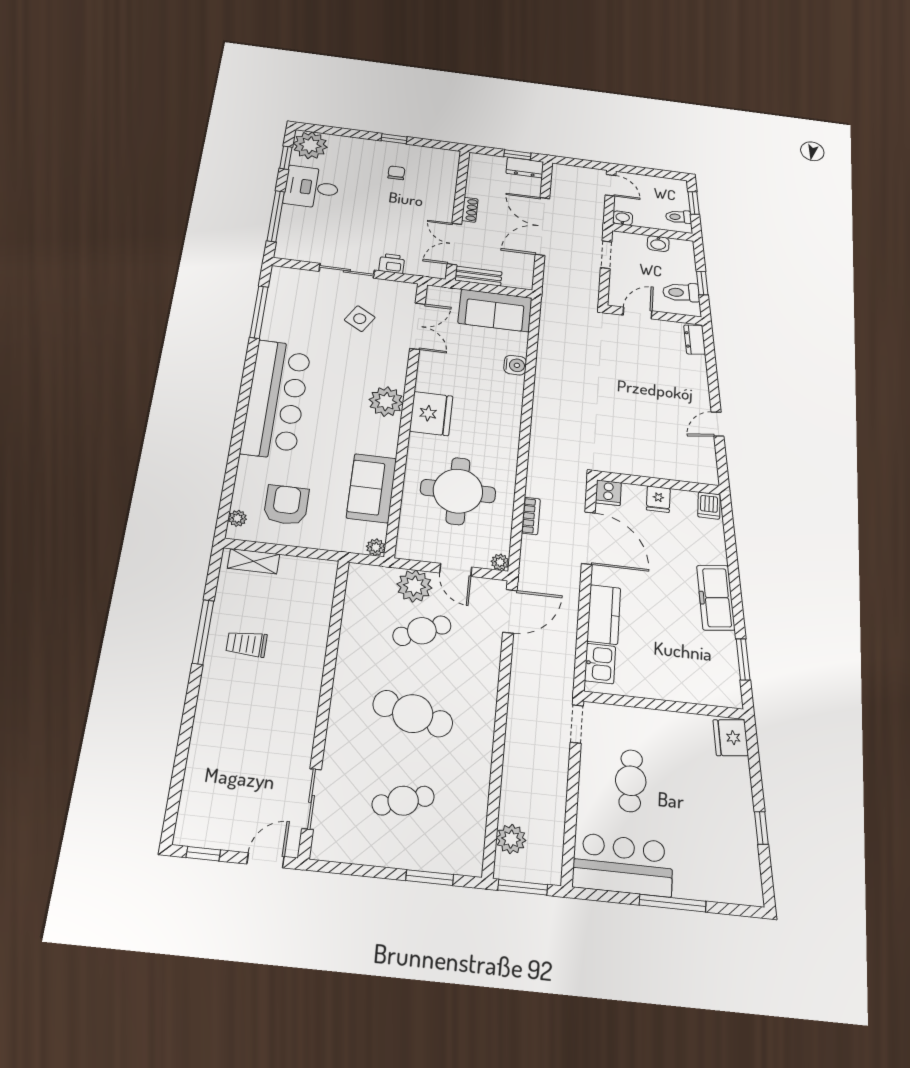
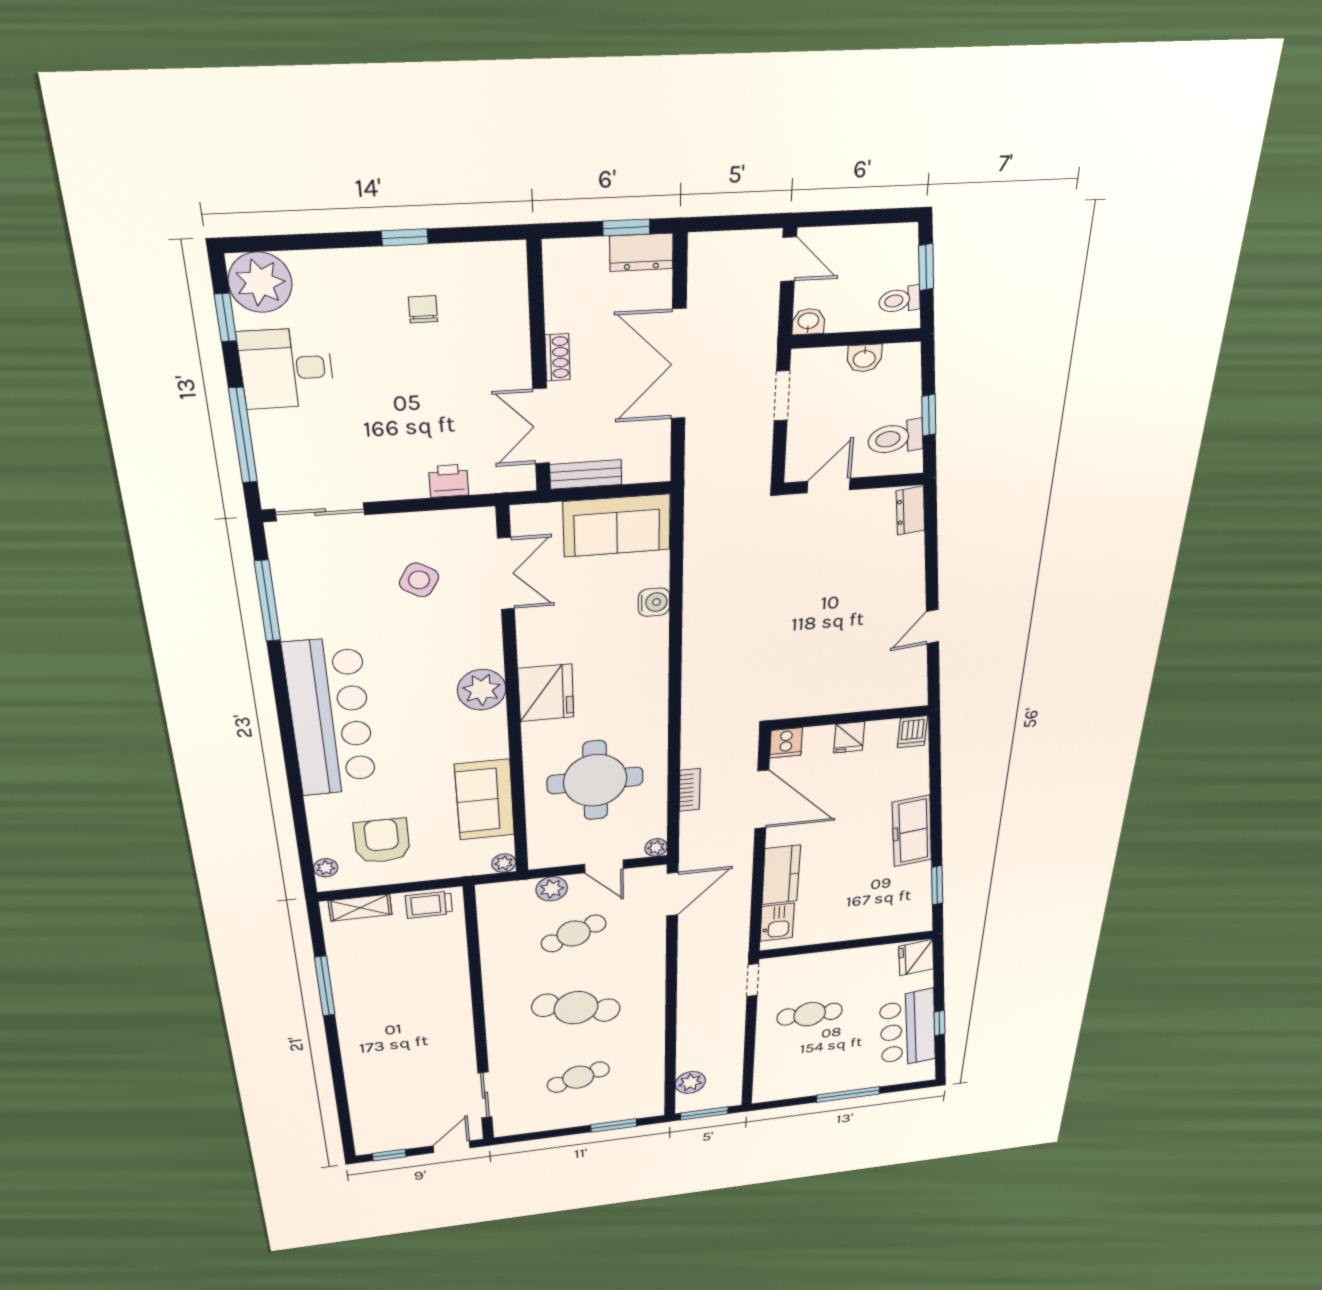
sliding door: (347, 271) -> (320, 512), moved
plant: (414, 586) -> (552, 889), width x0.73, depth x0.73
trolley: (247, 644) -> (429, 905), moved
cafe table: (631, 781) -> (810, 1014), turned 90
bar counter: (623, 865) -> (908, 1029), moved, turned -97

